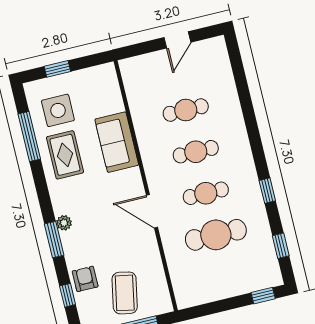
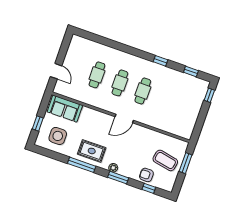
door: (177, 40) -> (56, 71), moved
window: (29, 137) -> (82, 165), moved
sofa: (117, 142) -> (65, 109), moved
rug: (65, 155) -> (92, 151), moved
door: (152, 211) -> (124, 119), moved
cafe table: (216, 235) -> (166, 99), removed

